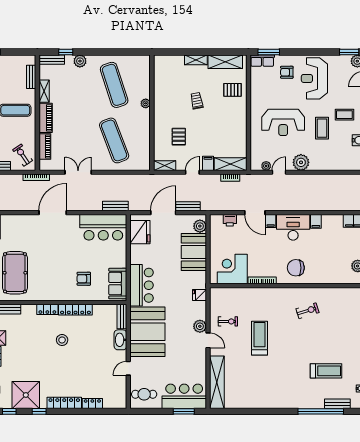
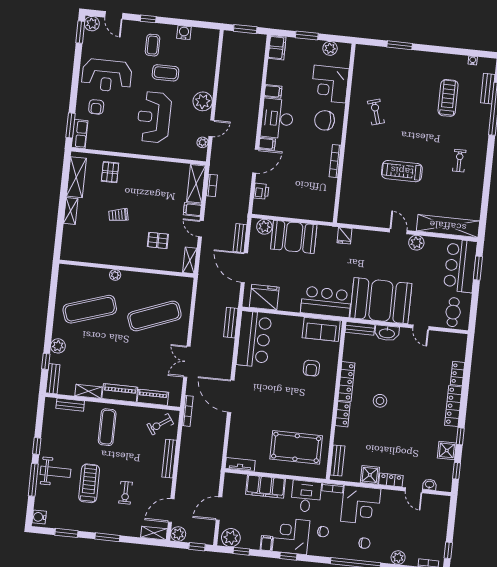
reception desk: (283, 122) -> (154, 117), turned 180
door: (279, 172) -> (211, 128), swing flipped
chair: (296, 268) -> (325, 120), turned 90
corner desk: (232, 269) -> (330, 84), moved
exercise bike: (228, 321) -> (459, 161), moved
plant: (200, 326) -> (416, 243), moved
door: (208, 340) -> (398, 231), hinge flipped
shower: (26, 395) -> (447, 450), width x0.54, depth x0.54

